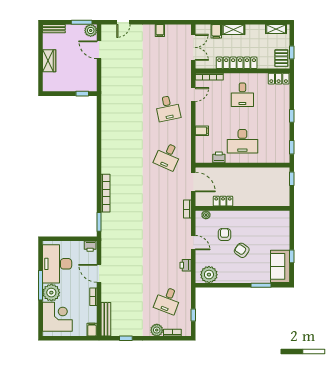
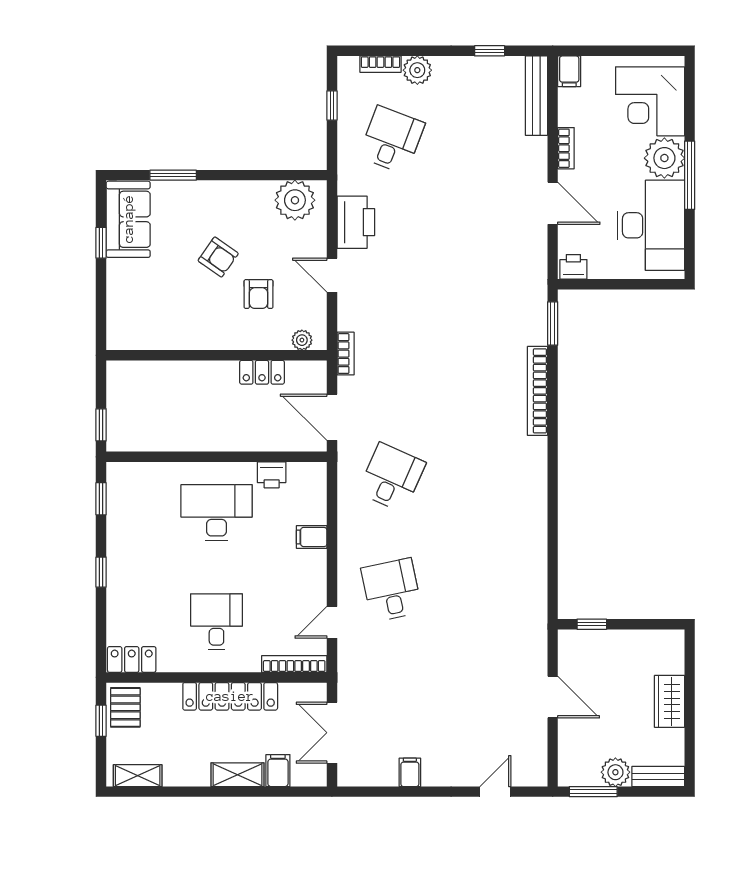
plant: (91, 30) -> (615, 772), moved
door: (99, 50) -> (553, 697), moved
printer: (186, 265) -> (356, 222), width x1.87, depth x1.48

